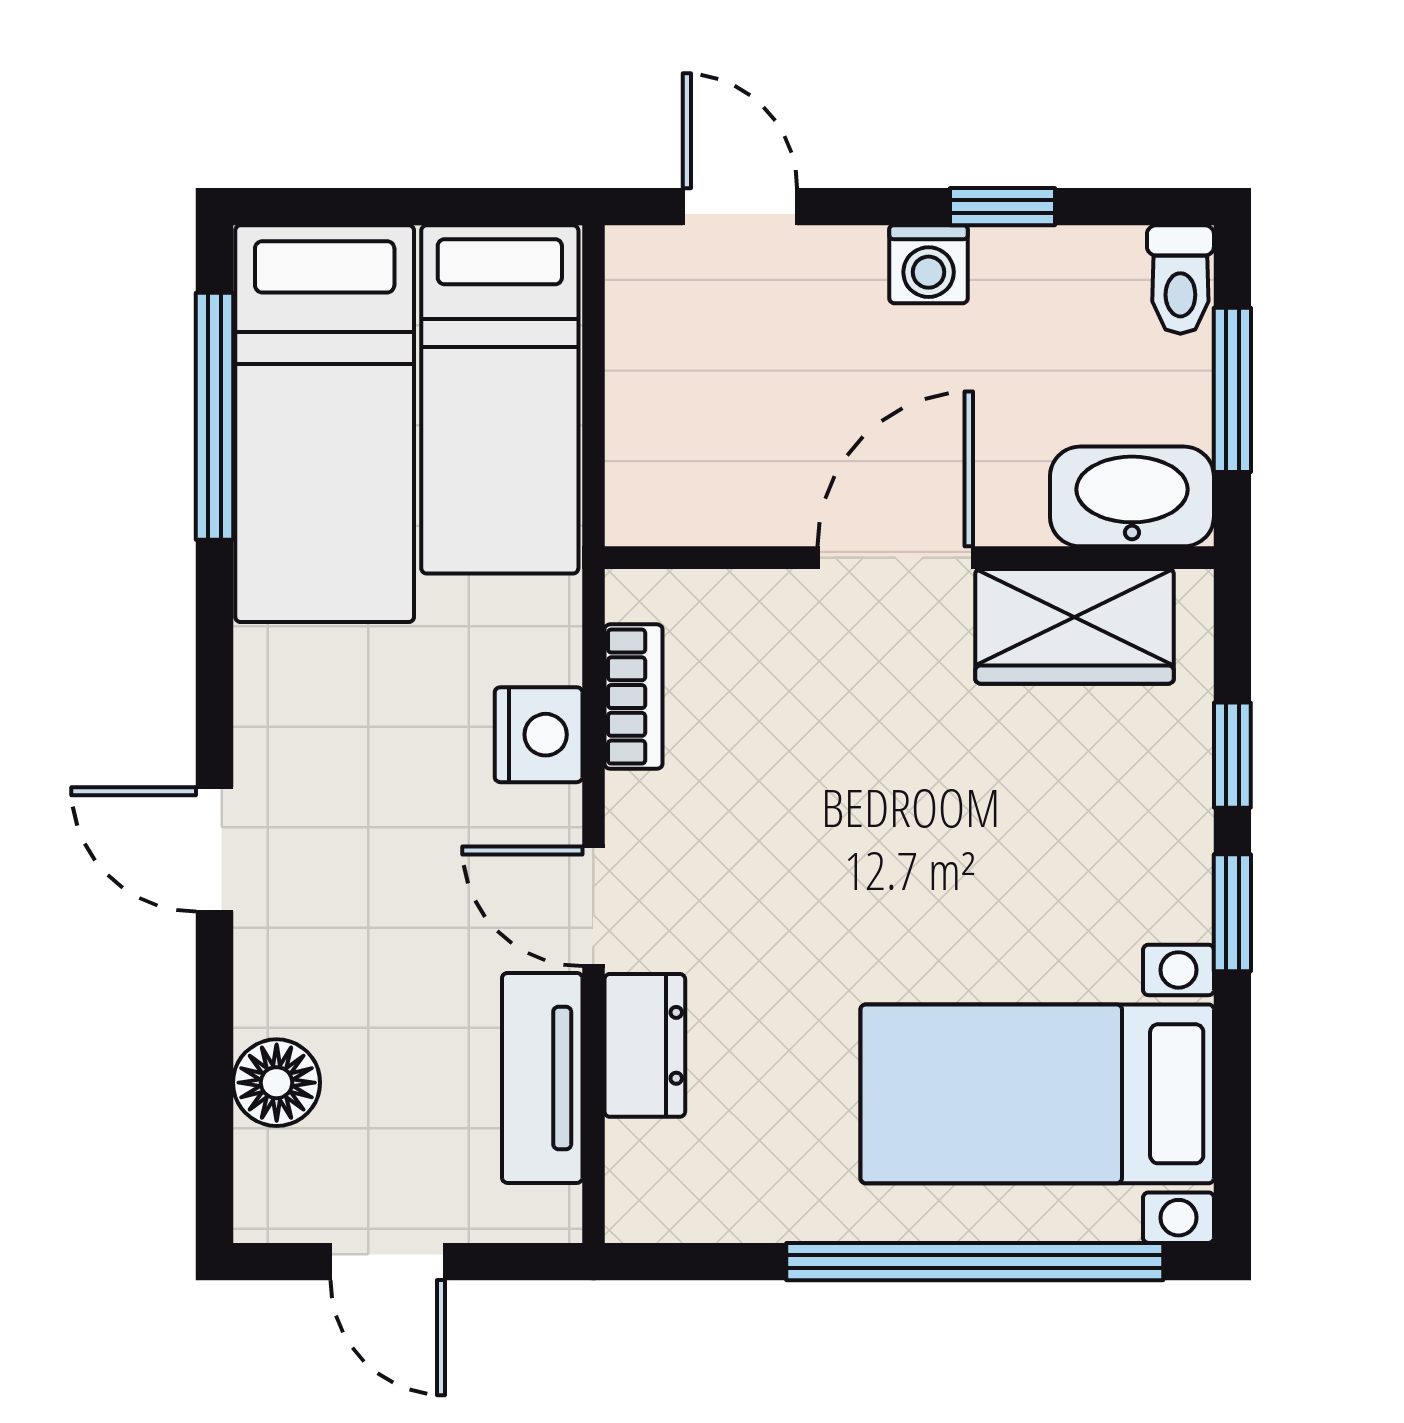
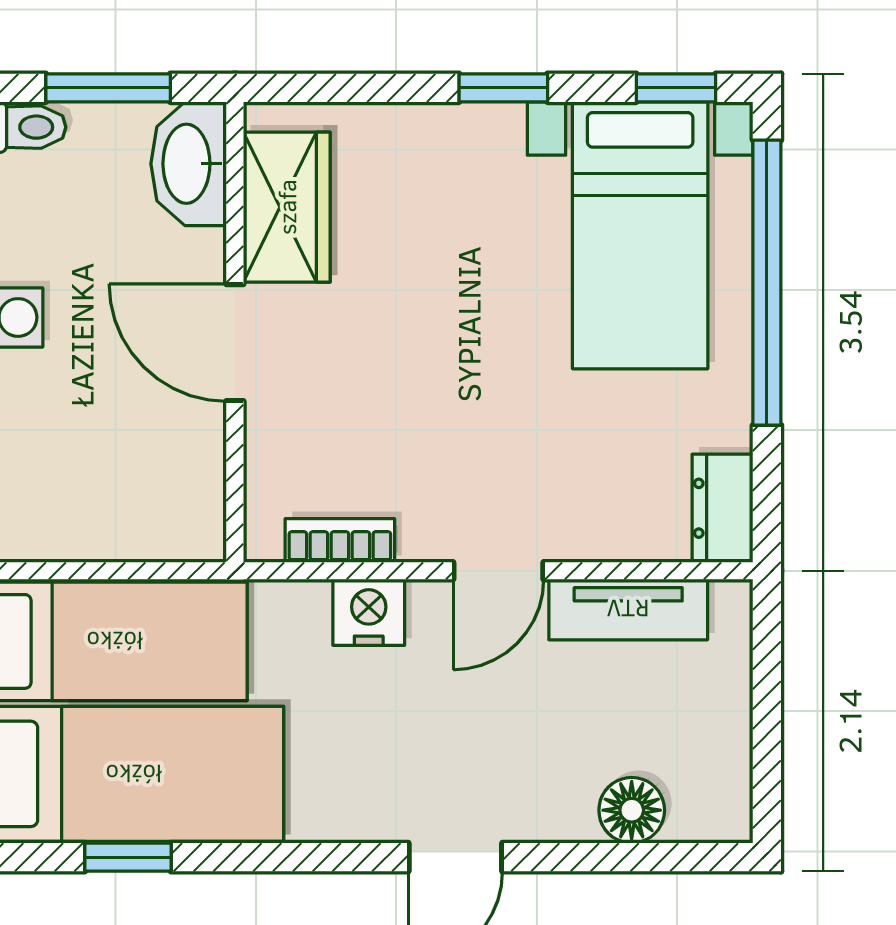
window: (215, 416) -> (128, 857), width x0.46
window: (1232, 755) -> (676, 88), moved
dresser: (645, 1045) -> (723, 508), moved, turned -90
door: (388, 1262) -> (767, 726), removed

